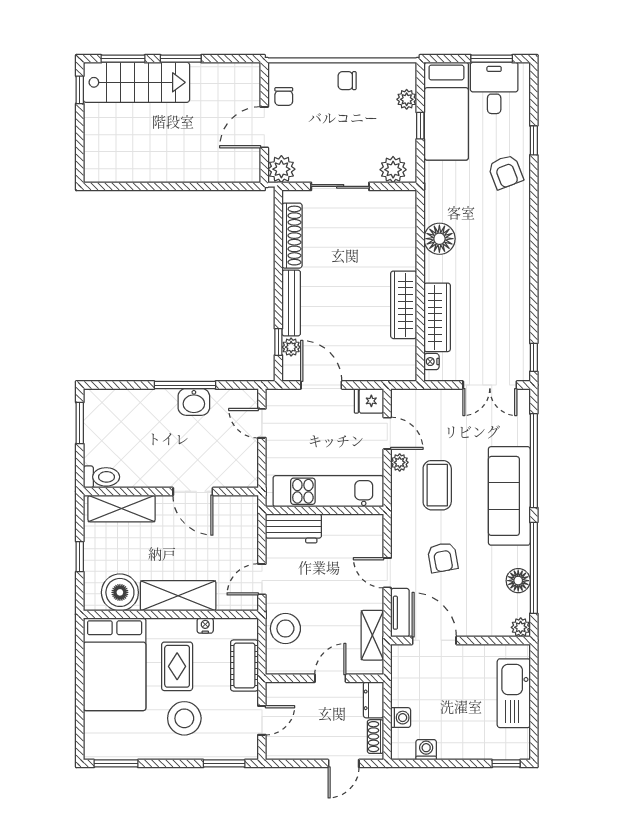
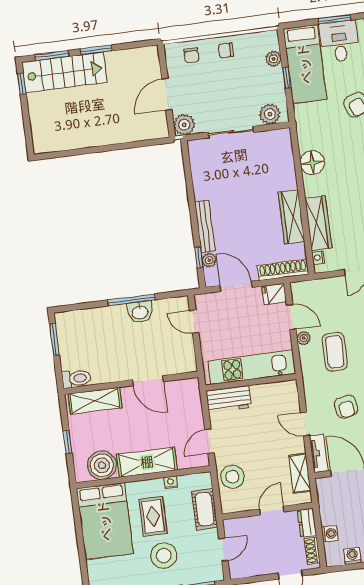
chair: (284, 97) -> (191, 55), moved
shoe rack: (292, 236) -> (283, 270), moved, turned -90

